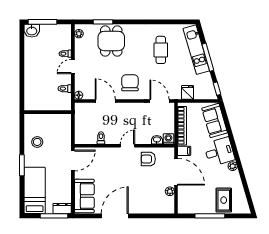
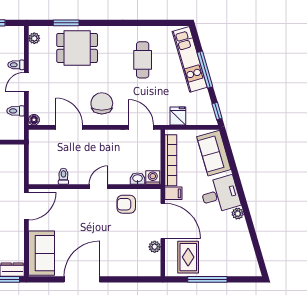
dining table: (111, 41) -> (77, 48), turned 90
rug: (224, 200) -> (188, 257), moved

